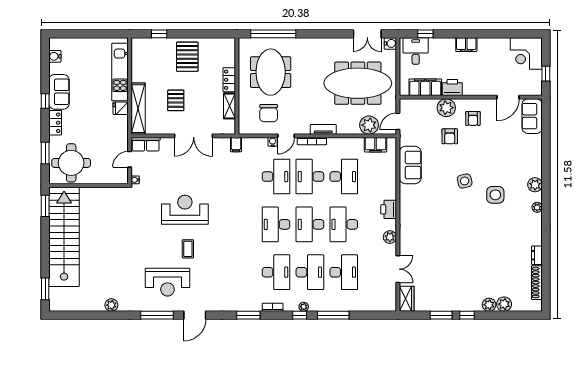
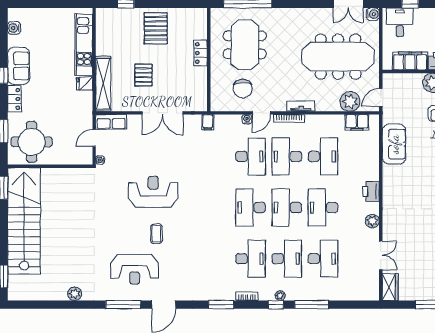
shelving: (230, 106) -> (201, 81), removed

